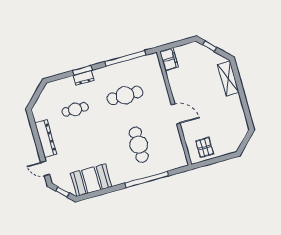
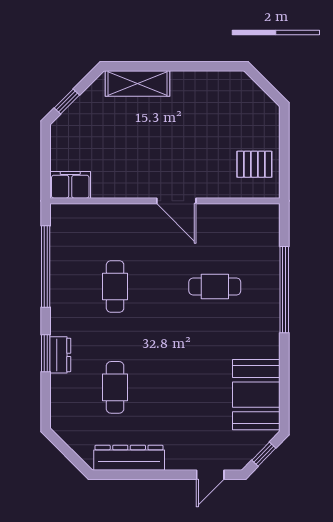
cafe table: (125, 95) -> (115, 286), width x0.73, depth x0.74
door: (176, 114) -> (176, 201), swing flipped
dresser: (46, 138) -> (129, 458), moved
cafe table: (139, 145) -> (215, 286), width x0.73, depth x0.74

